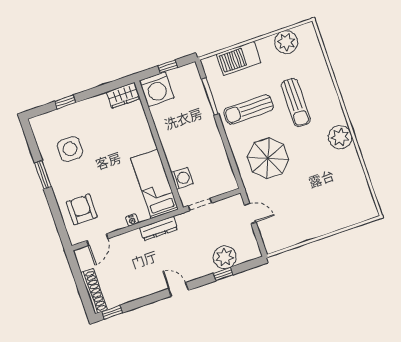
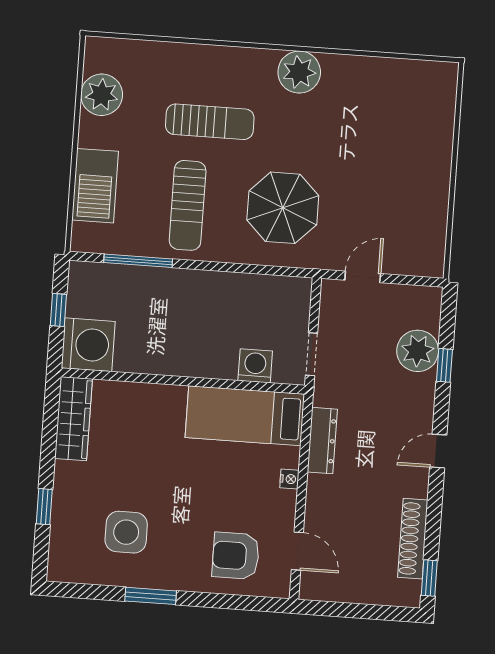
wardrobe: (123, 95) -> (74, 419), width x1.50
shoe rack: (94, 291) -> (413, 539), moved, turned -90

